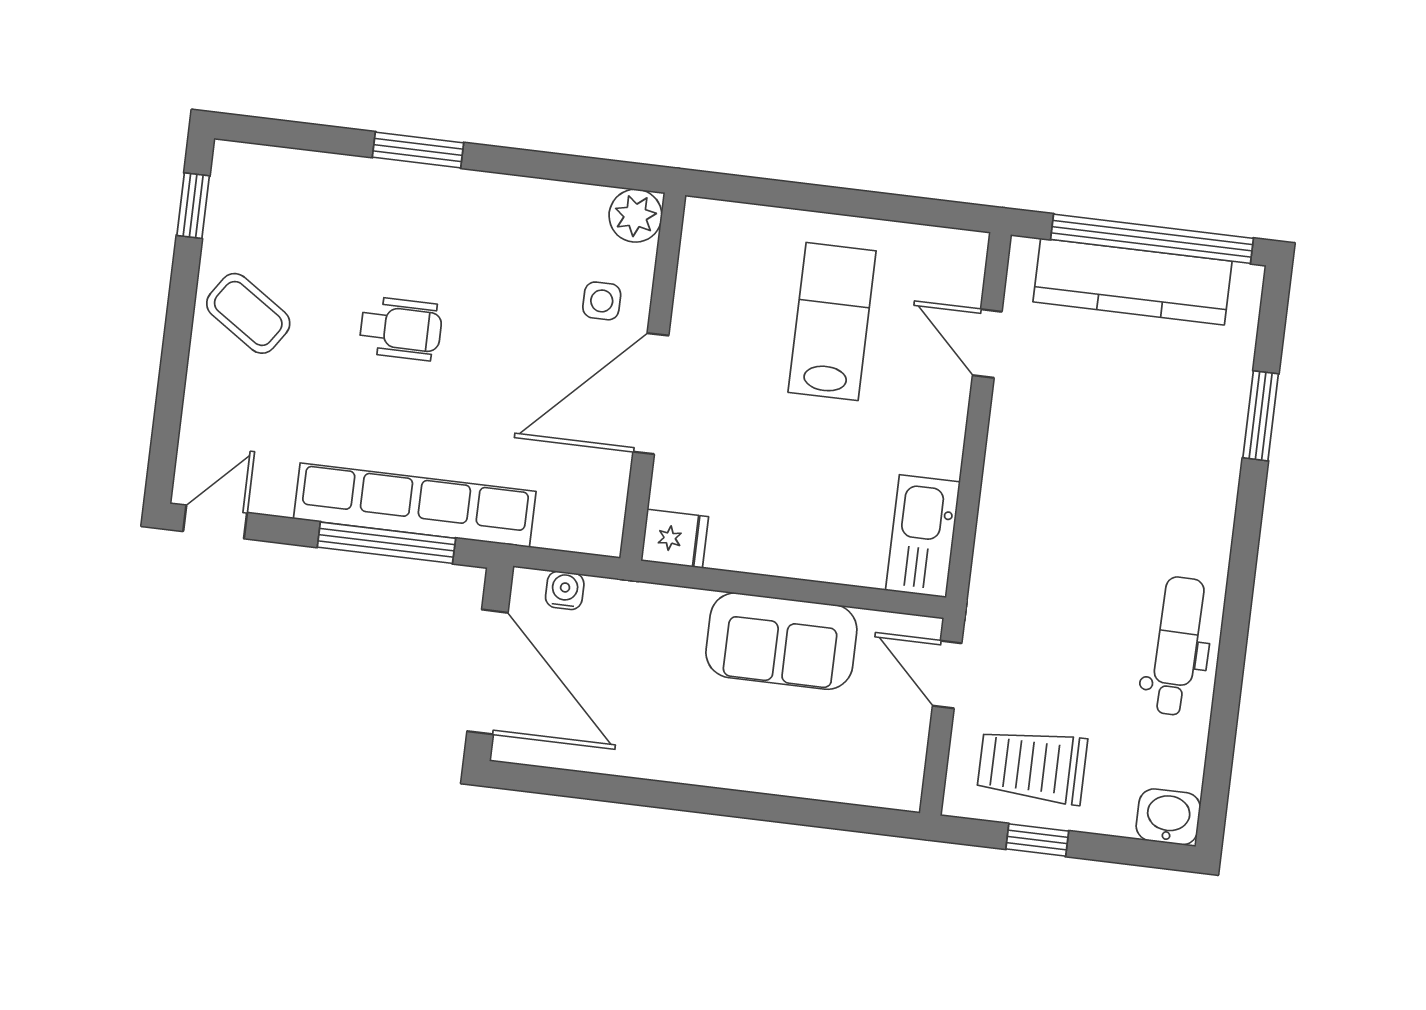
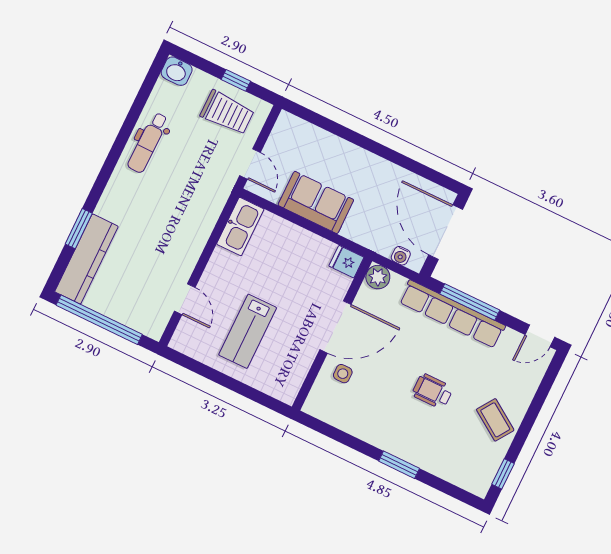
plant: (635, 216) -> (378, 277), moved
kitchen counter: (1132, 282) -> (86, 259), moved, turned 90

